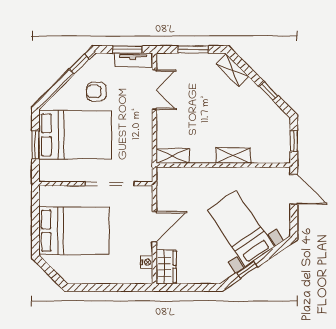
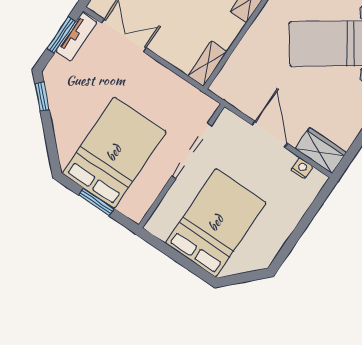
armchair: (96, 91) -> (83, 99), removed

